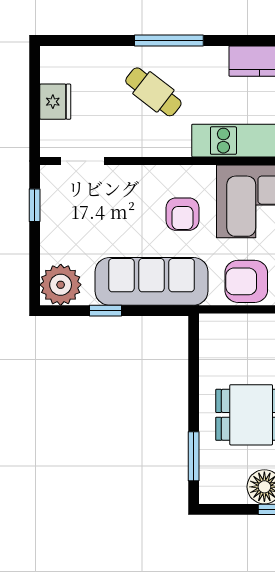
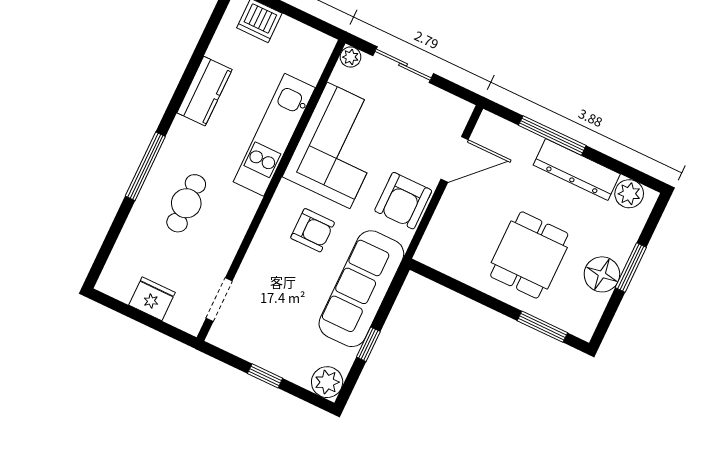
cafe table: (153, 92) -> (186, 203), turned -38
window: (35, 205) -> (265, 376), moved
plant: (61, 285) -> (327, 382), width x0.73, depth x0.73

